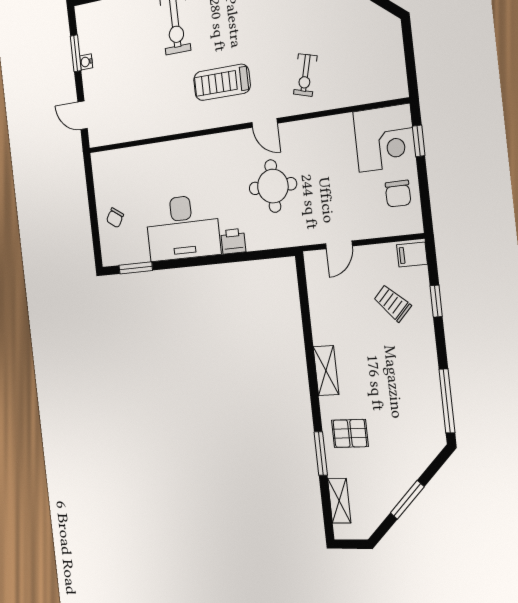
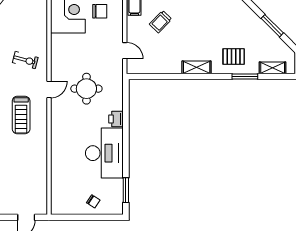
pallet: (350, 433) -> (234, 57), turned 90

